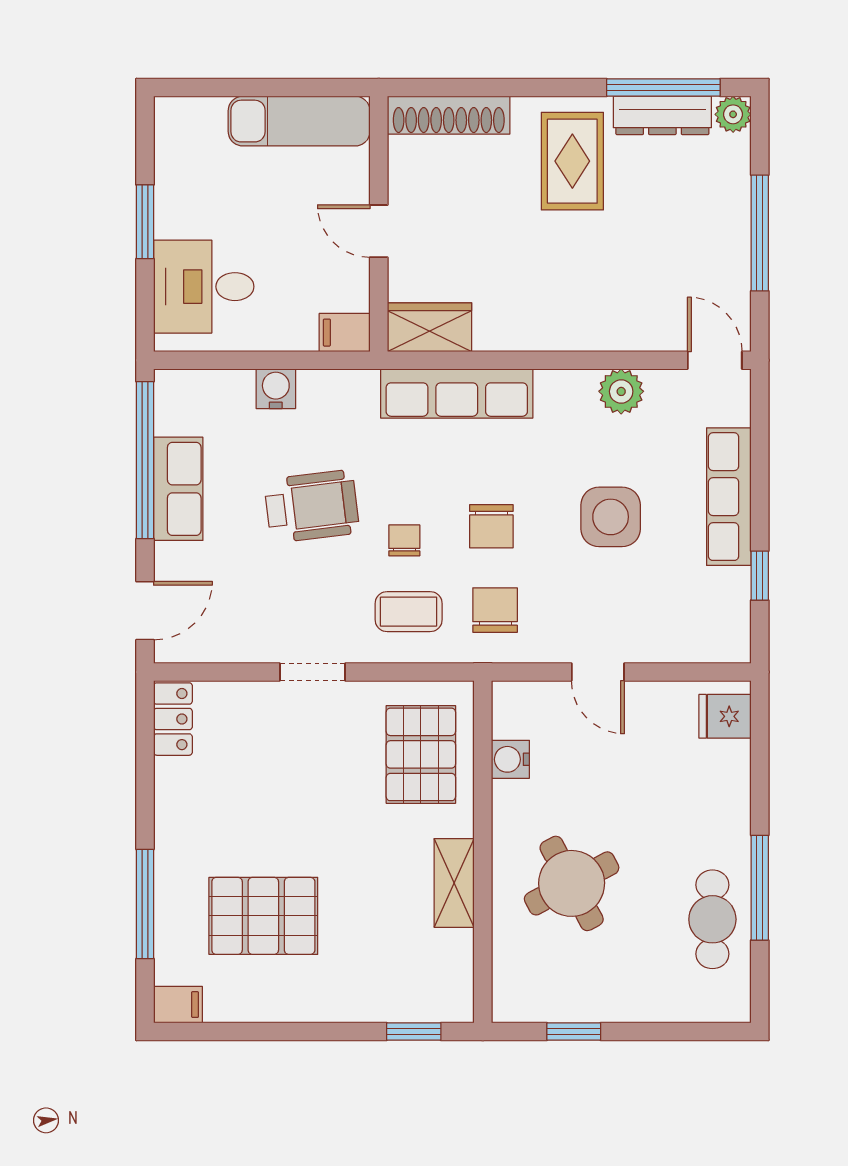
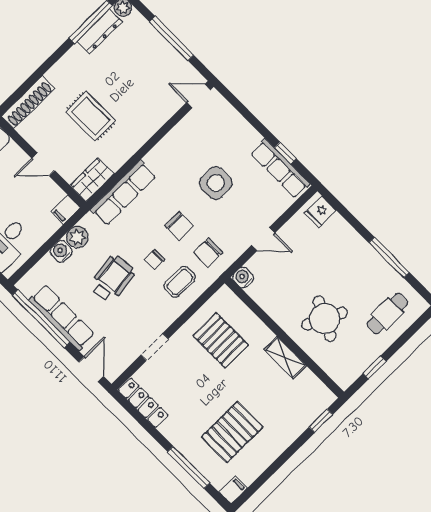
rug: (572, 161) -> (91, 116), moved
plant: (621, 391) -> (77, 237), moved
row of seats: (178, 489) -> (62, 317), width x1.48
row of seats: (729, 497) -> (280, 168), moved
chair: (404, 540) -> (155, 259), turned -90
chair: (495, 610) -> (208, 253), turned -90
doorway: (313, 672) -> (155, 347), moved
locker: (173, 719) -> (143, 403), width x1.53
pallet: (421, 754) -> (221, 340), moved
water cooler: (510, 759) -> (243, 278), moved, turned 90
round table: (572, 883) -> (325, 319), turned -36
cafe table: (712, 919) -> (387, 314), moved, turned 90

